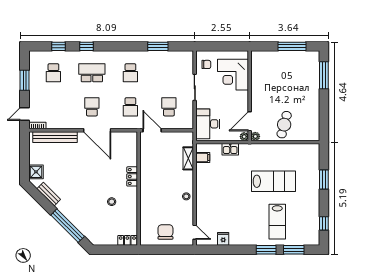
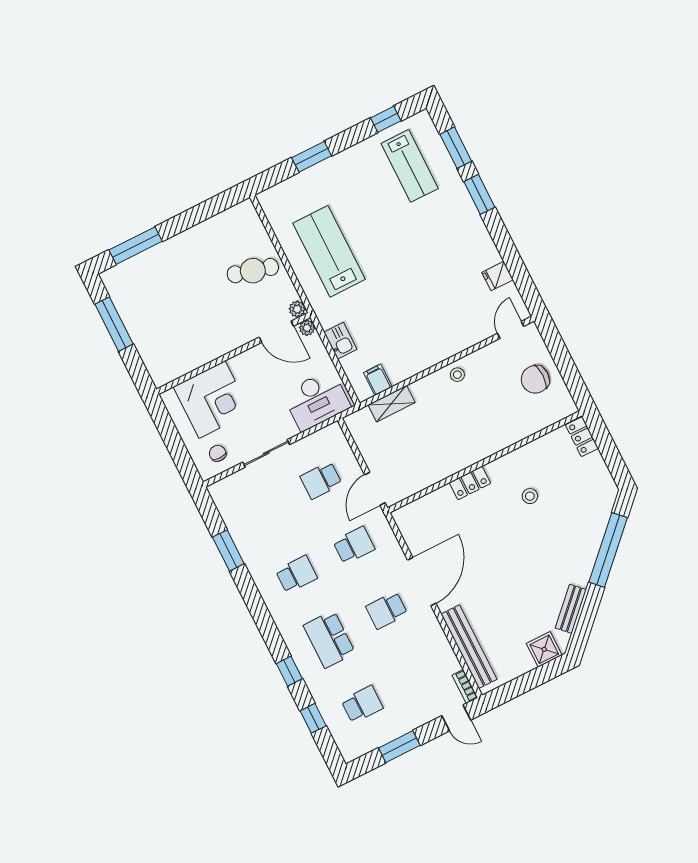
lab bench: (273, 181) -> (329, 251), moved
lab bench: (277, 222) -> (410, 166), moved, turned 90

